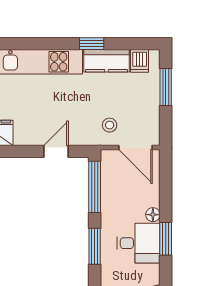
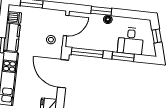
door: (56, 151) -> (63, 74), width x1.87
window: (166, 239) -> (101, 11), moved
desk: (138, 243) -> (131, 41), moved, turned 180

